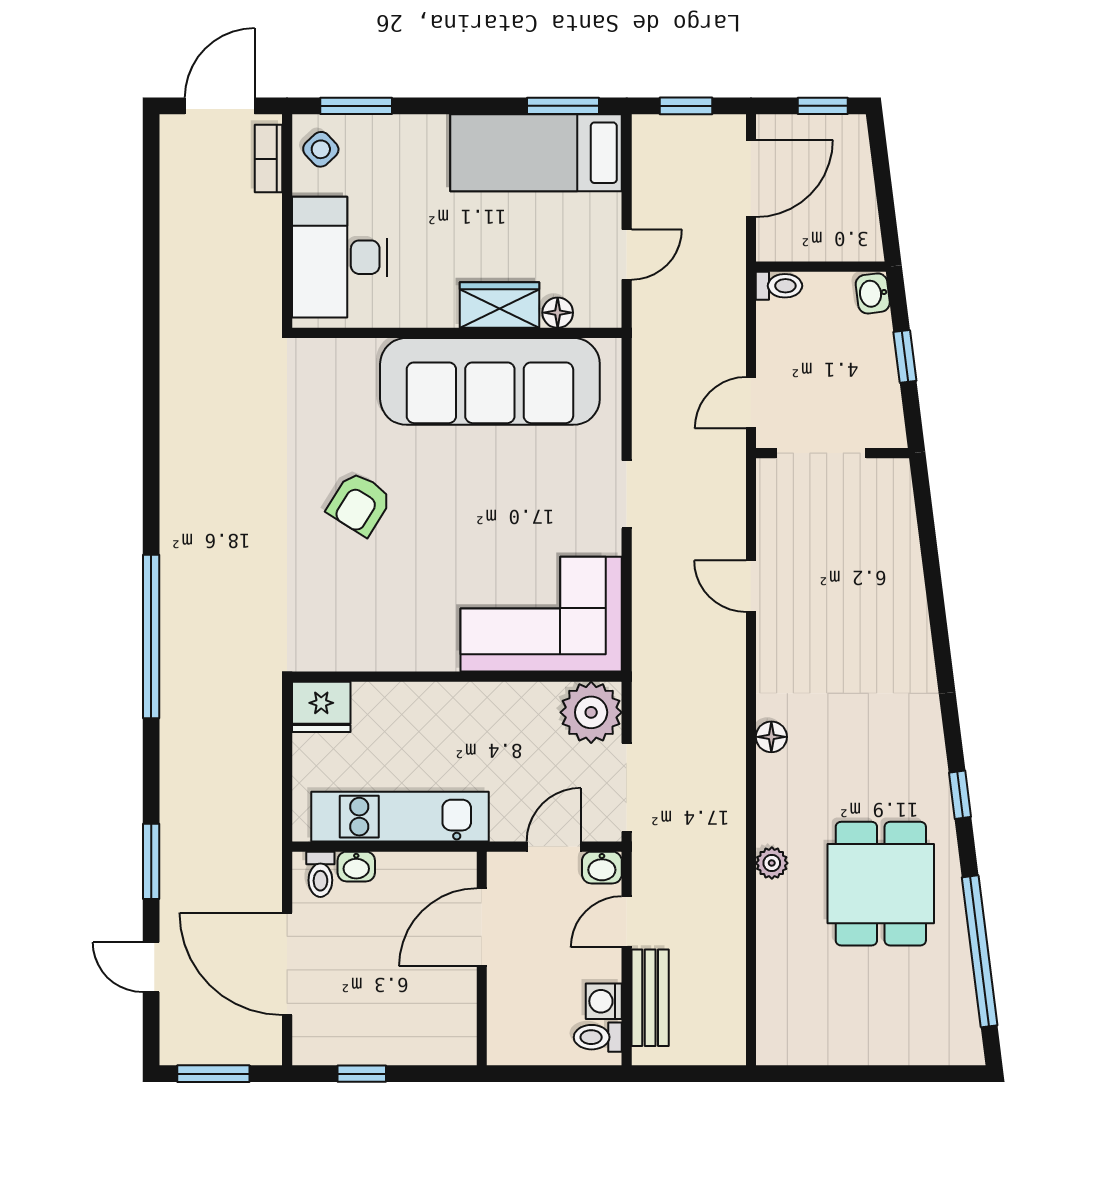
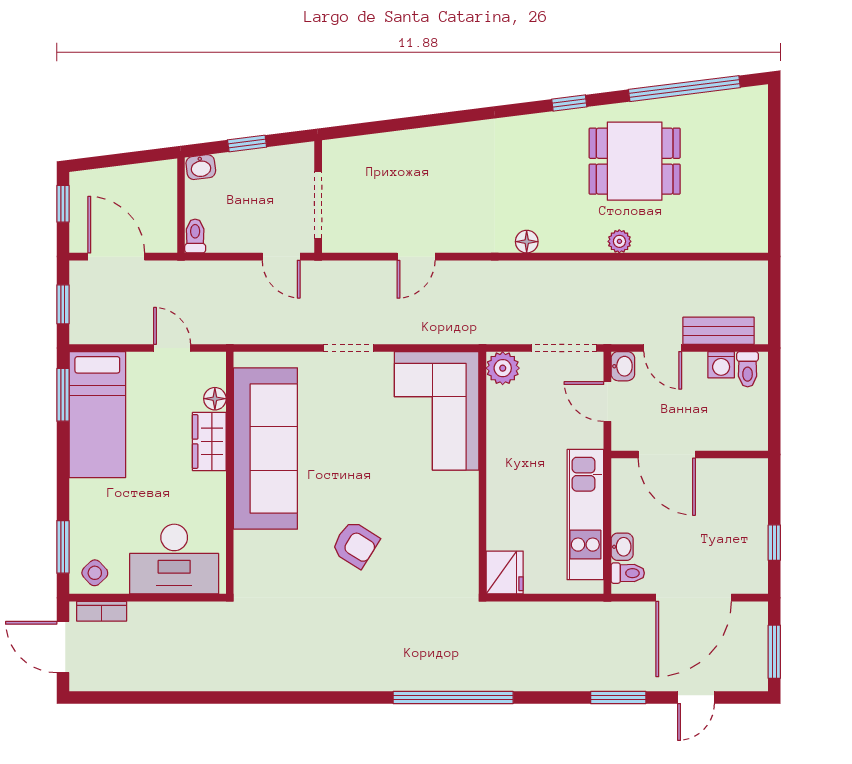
plant: (591, 712) -> (503, 368), width x0.73, depth x0.73

